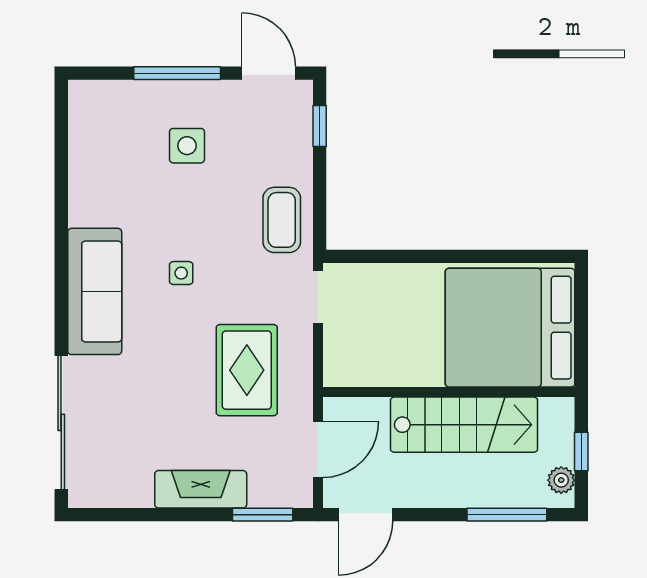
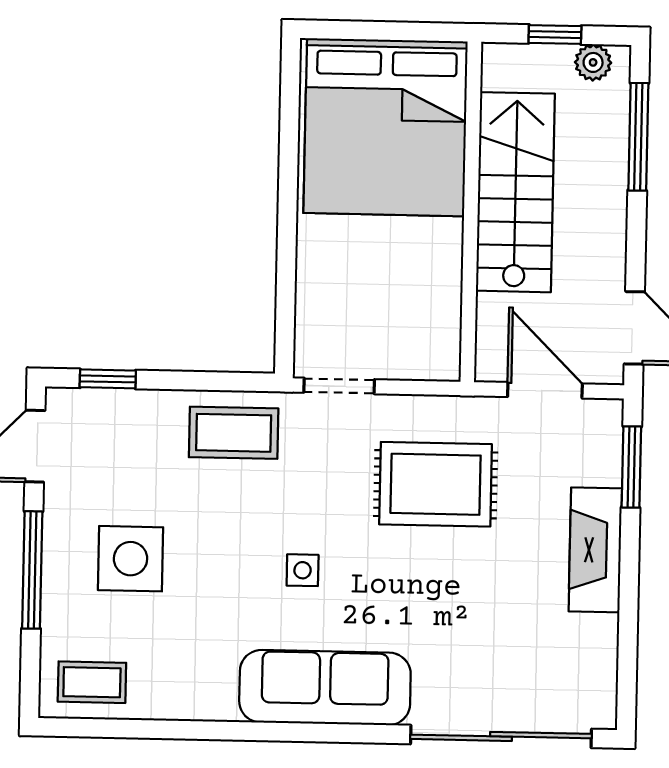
coffee table: (95, 119) -> (92, 682), added
side table: (187, 146) -> (131, 559), width x1.37, depth x1.37

